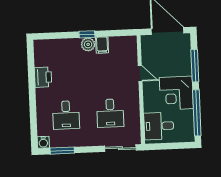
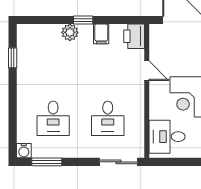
plant: (88, 44) -> (70, 32), moved
window: (31, 67) -> (13, 58), added
printer: (43, 77) -> (134, 36), moved, turned 180

